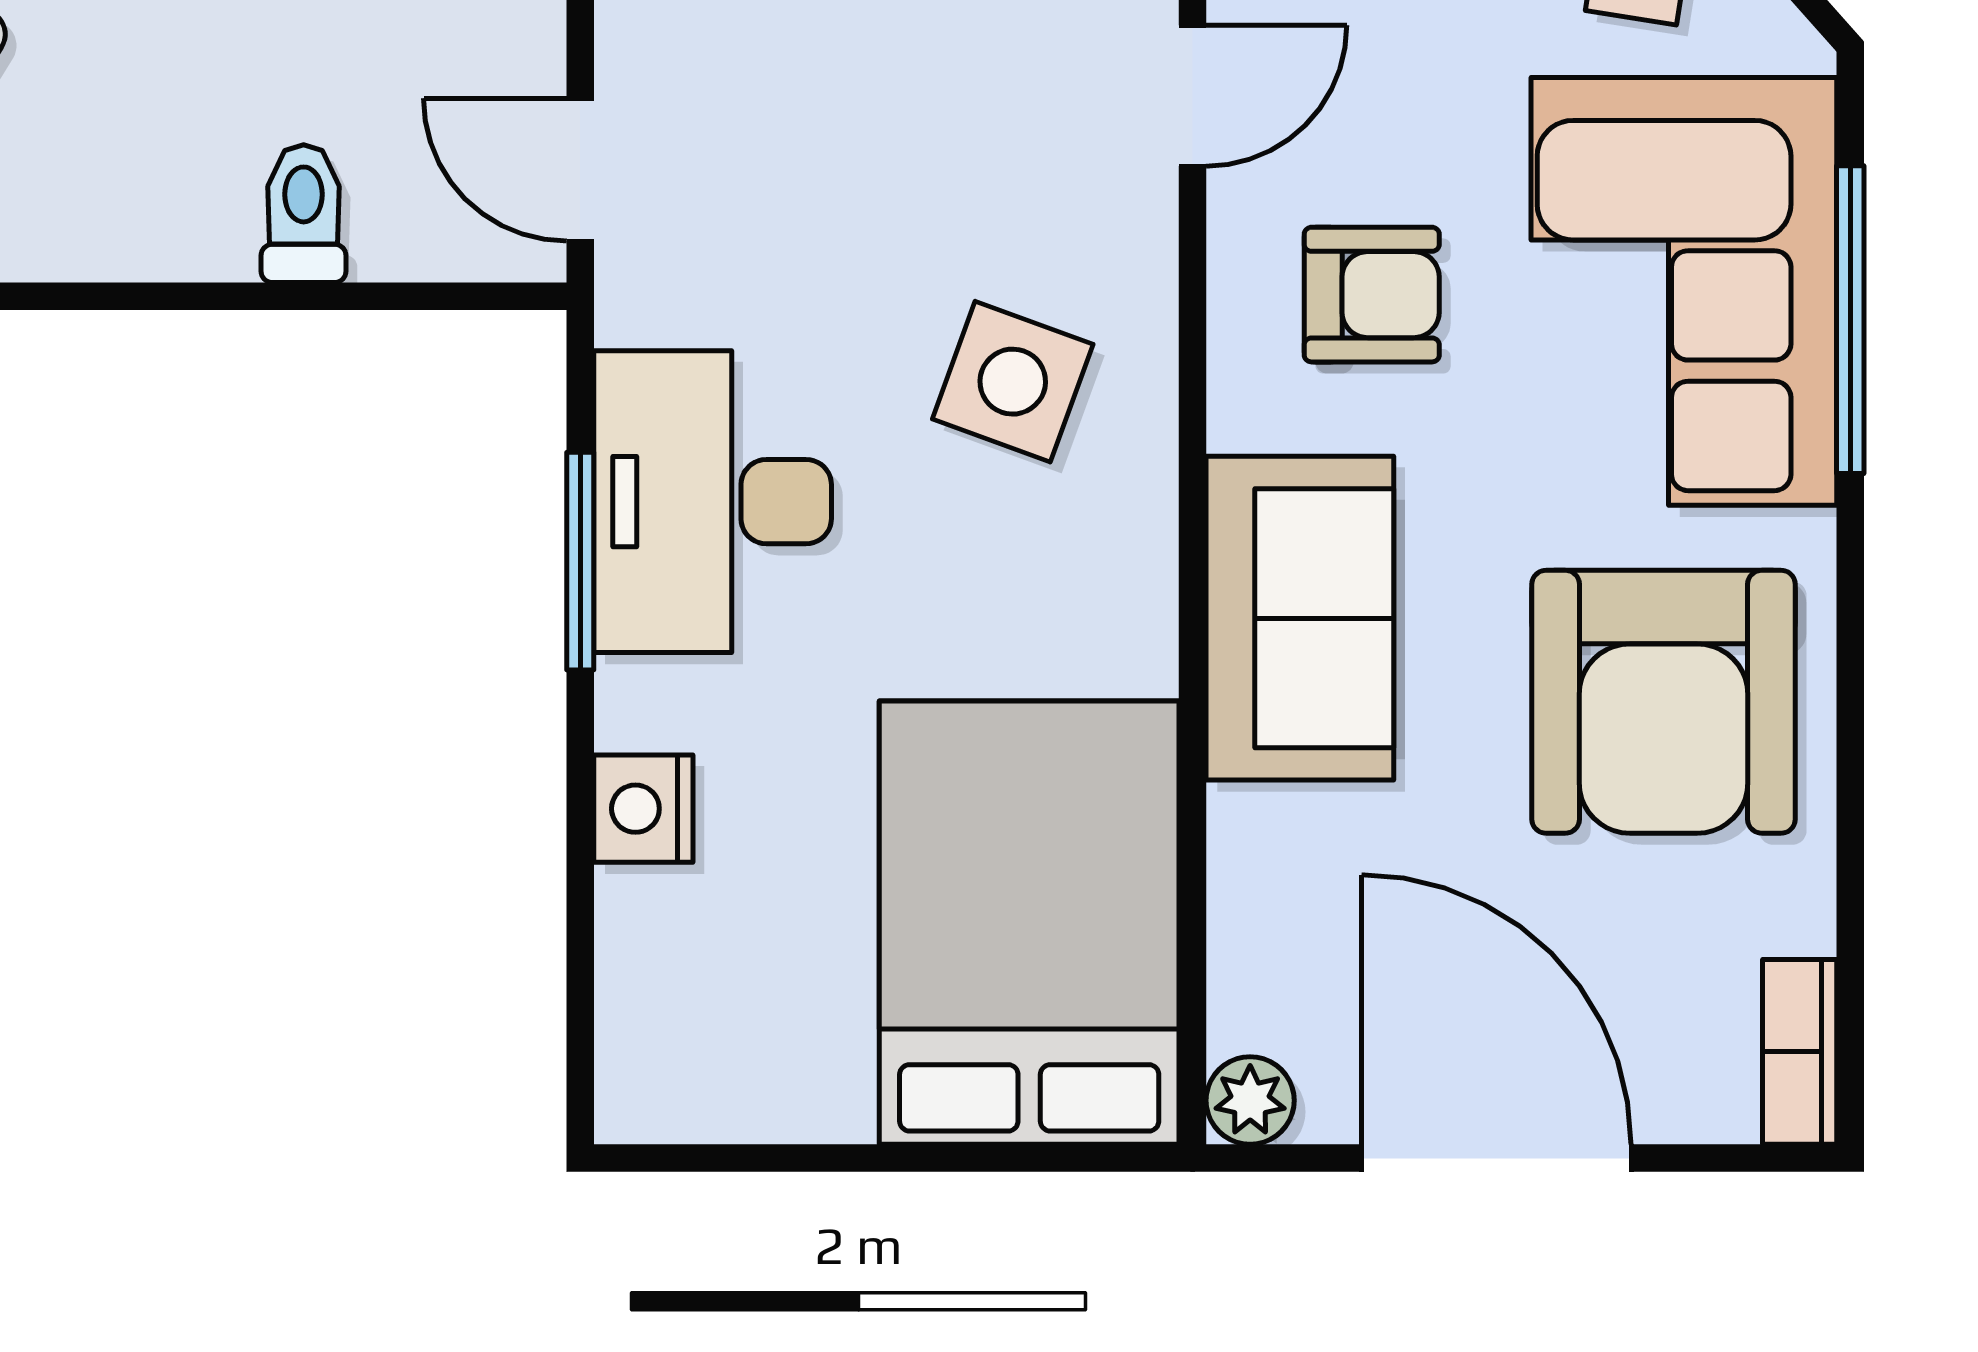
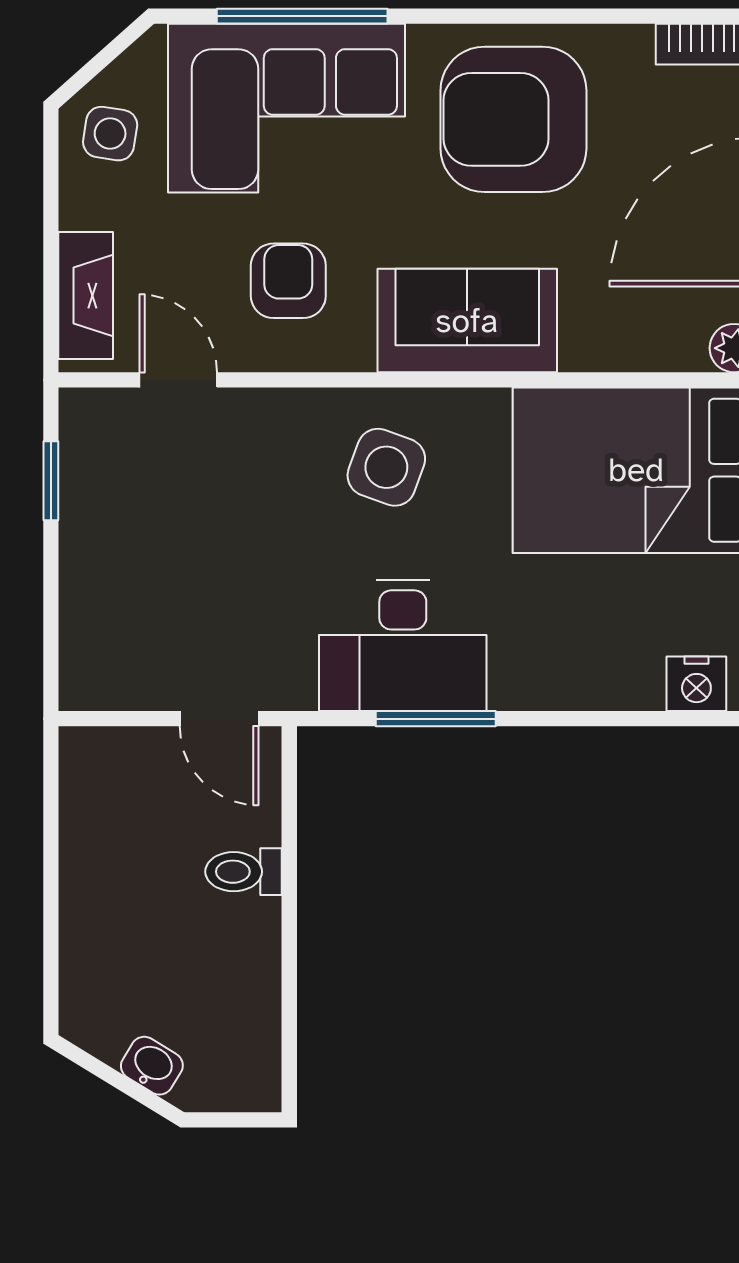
door: (580, 170) -> (219, 719), hinge flipped
side table: (1013, 382) -> (386, 467), moved
armchair: (1664, 702) -> (513, 119), turned 180
nightstand: (643, 809) -> (696, 684), moved

